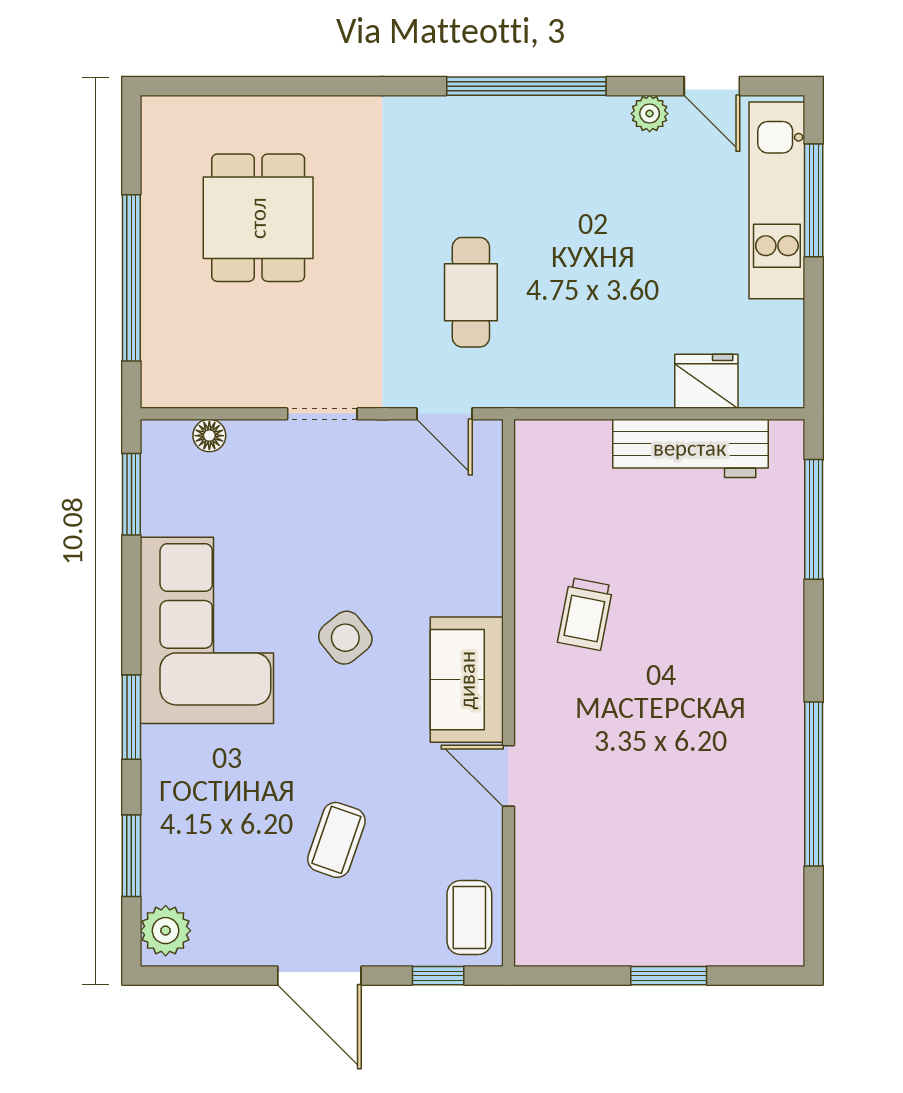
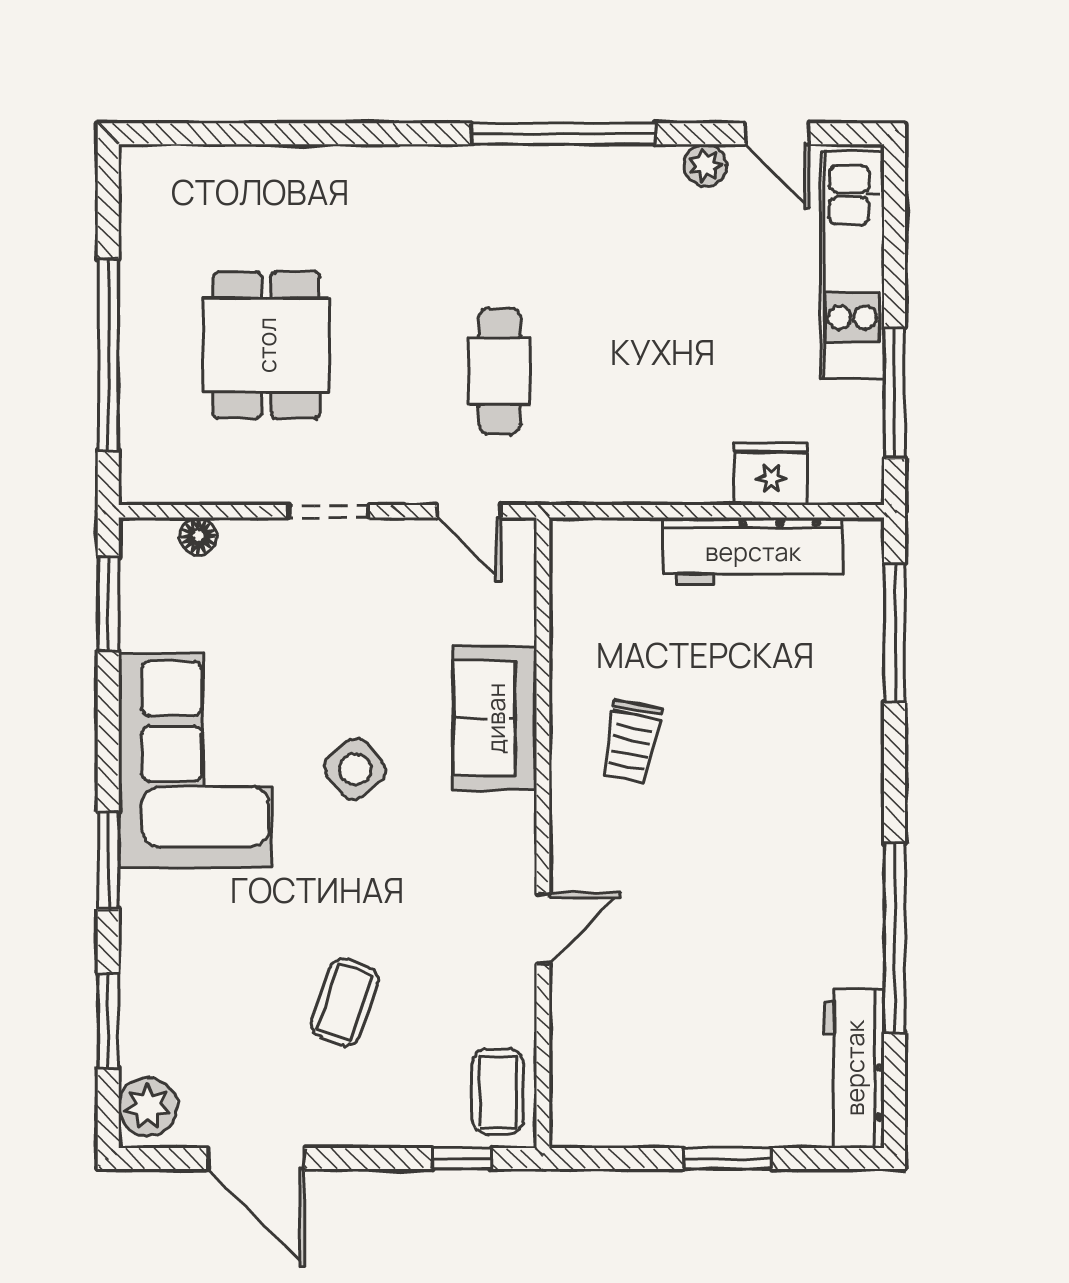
window: (814, 200) -> (895, 393), moved
dining table: (258, 218) -> (266, 345), moved
sofa: (467, 680) -> (495, 718), moved
door: (508, 776) -> (543, 928), swing flipped
workbench: (779, 897) -> (854, 1068), added
door: (319, 976) -> (256, 1159), moved

